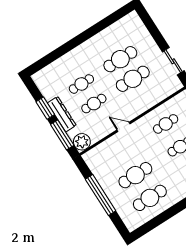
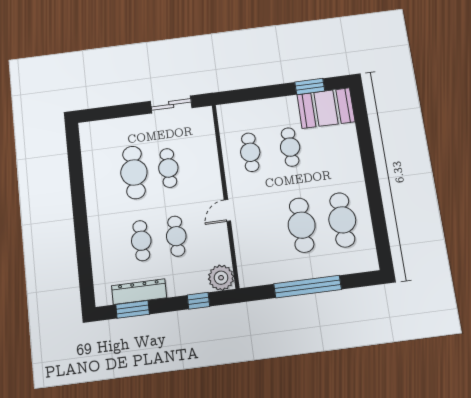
cafe table: (133, 79) -> (168, 168), width x0.73, depth x0.74
window: (45, 108) -> (133, 309), moved
dresser: (62, 114) -> (139, 292), moved
window: (62, 135) -> (198, 301), width x0.46

